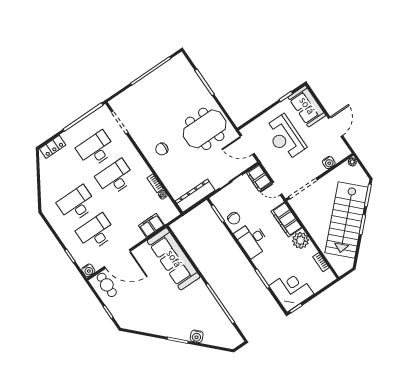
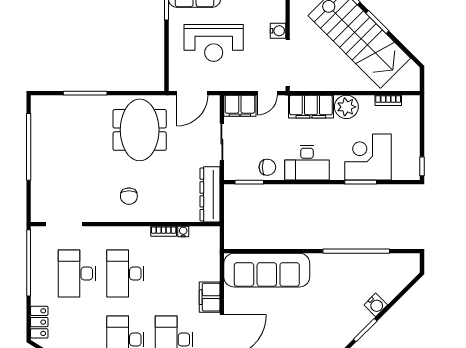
water cooler: (329, 163) -> (278, 31), moved
filing cabinet: (151, 225) -> (210, 297), moved
corner desk: (291, 290) -> (368, 157), moved

